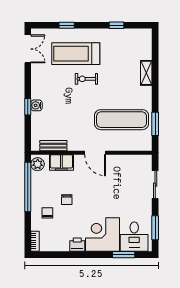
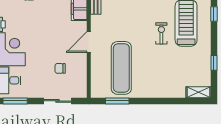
shelving: (146, 73) -> (198, 92), moved
chair: (67, 200) -> (60, 68), moved

